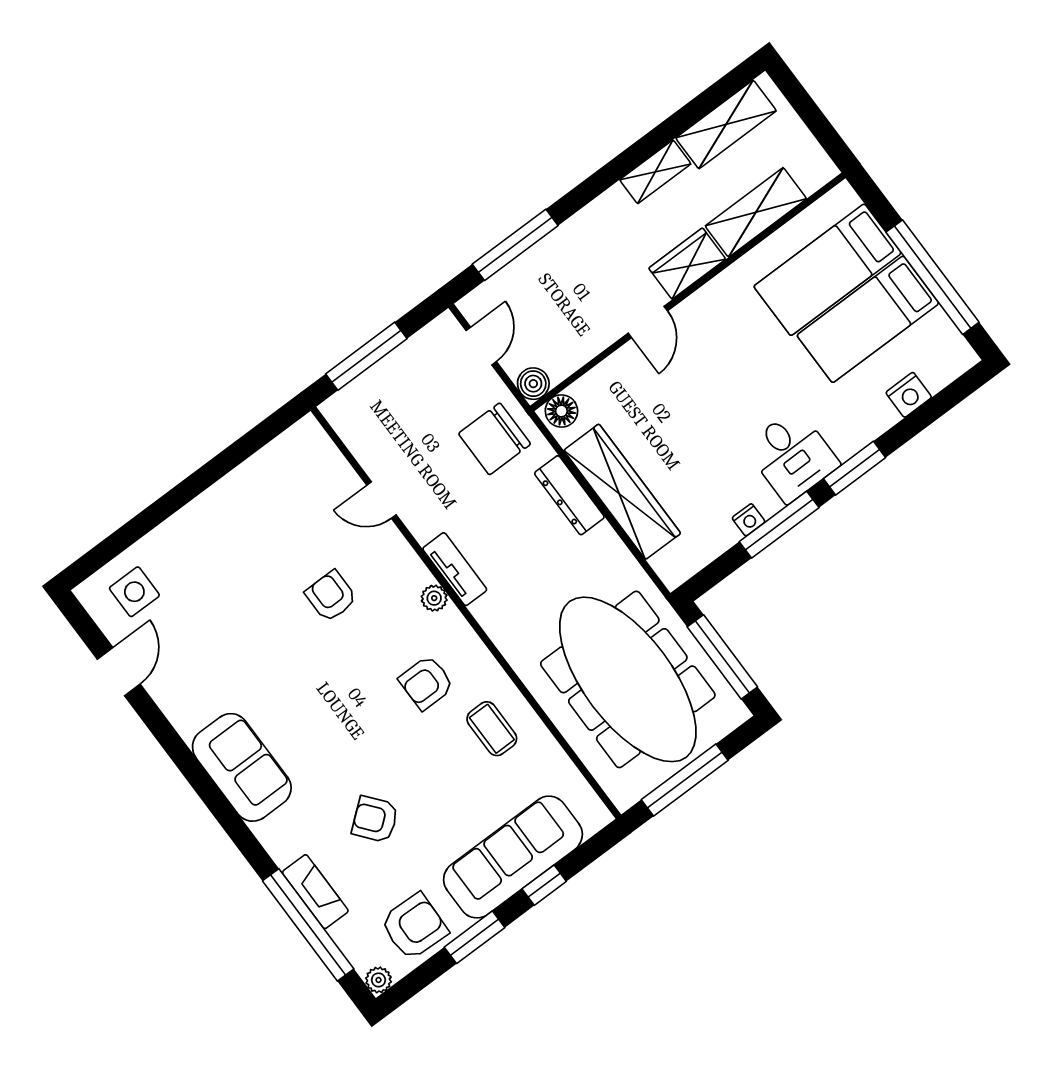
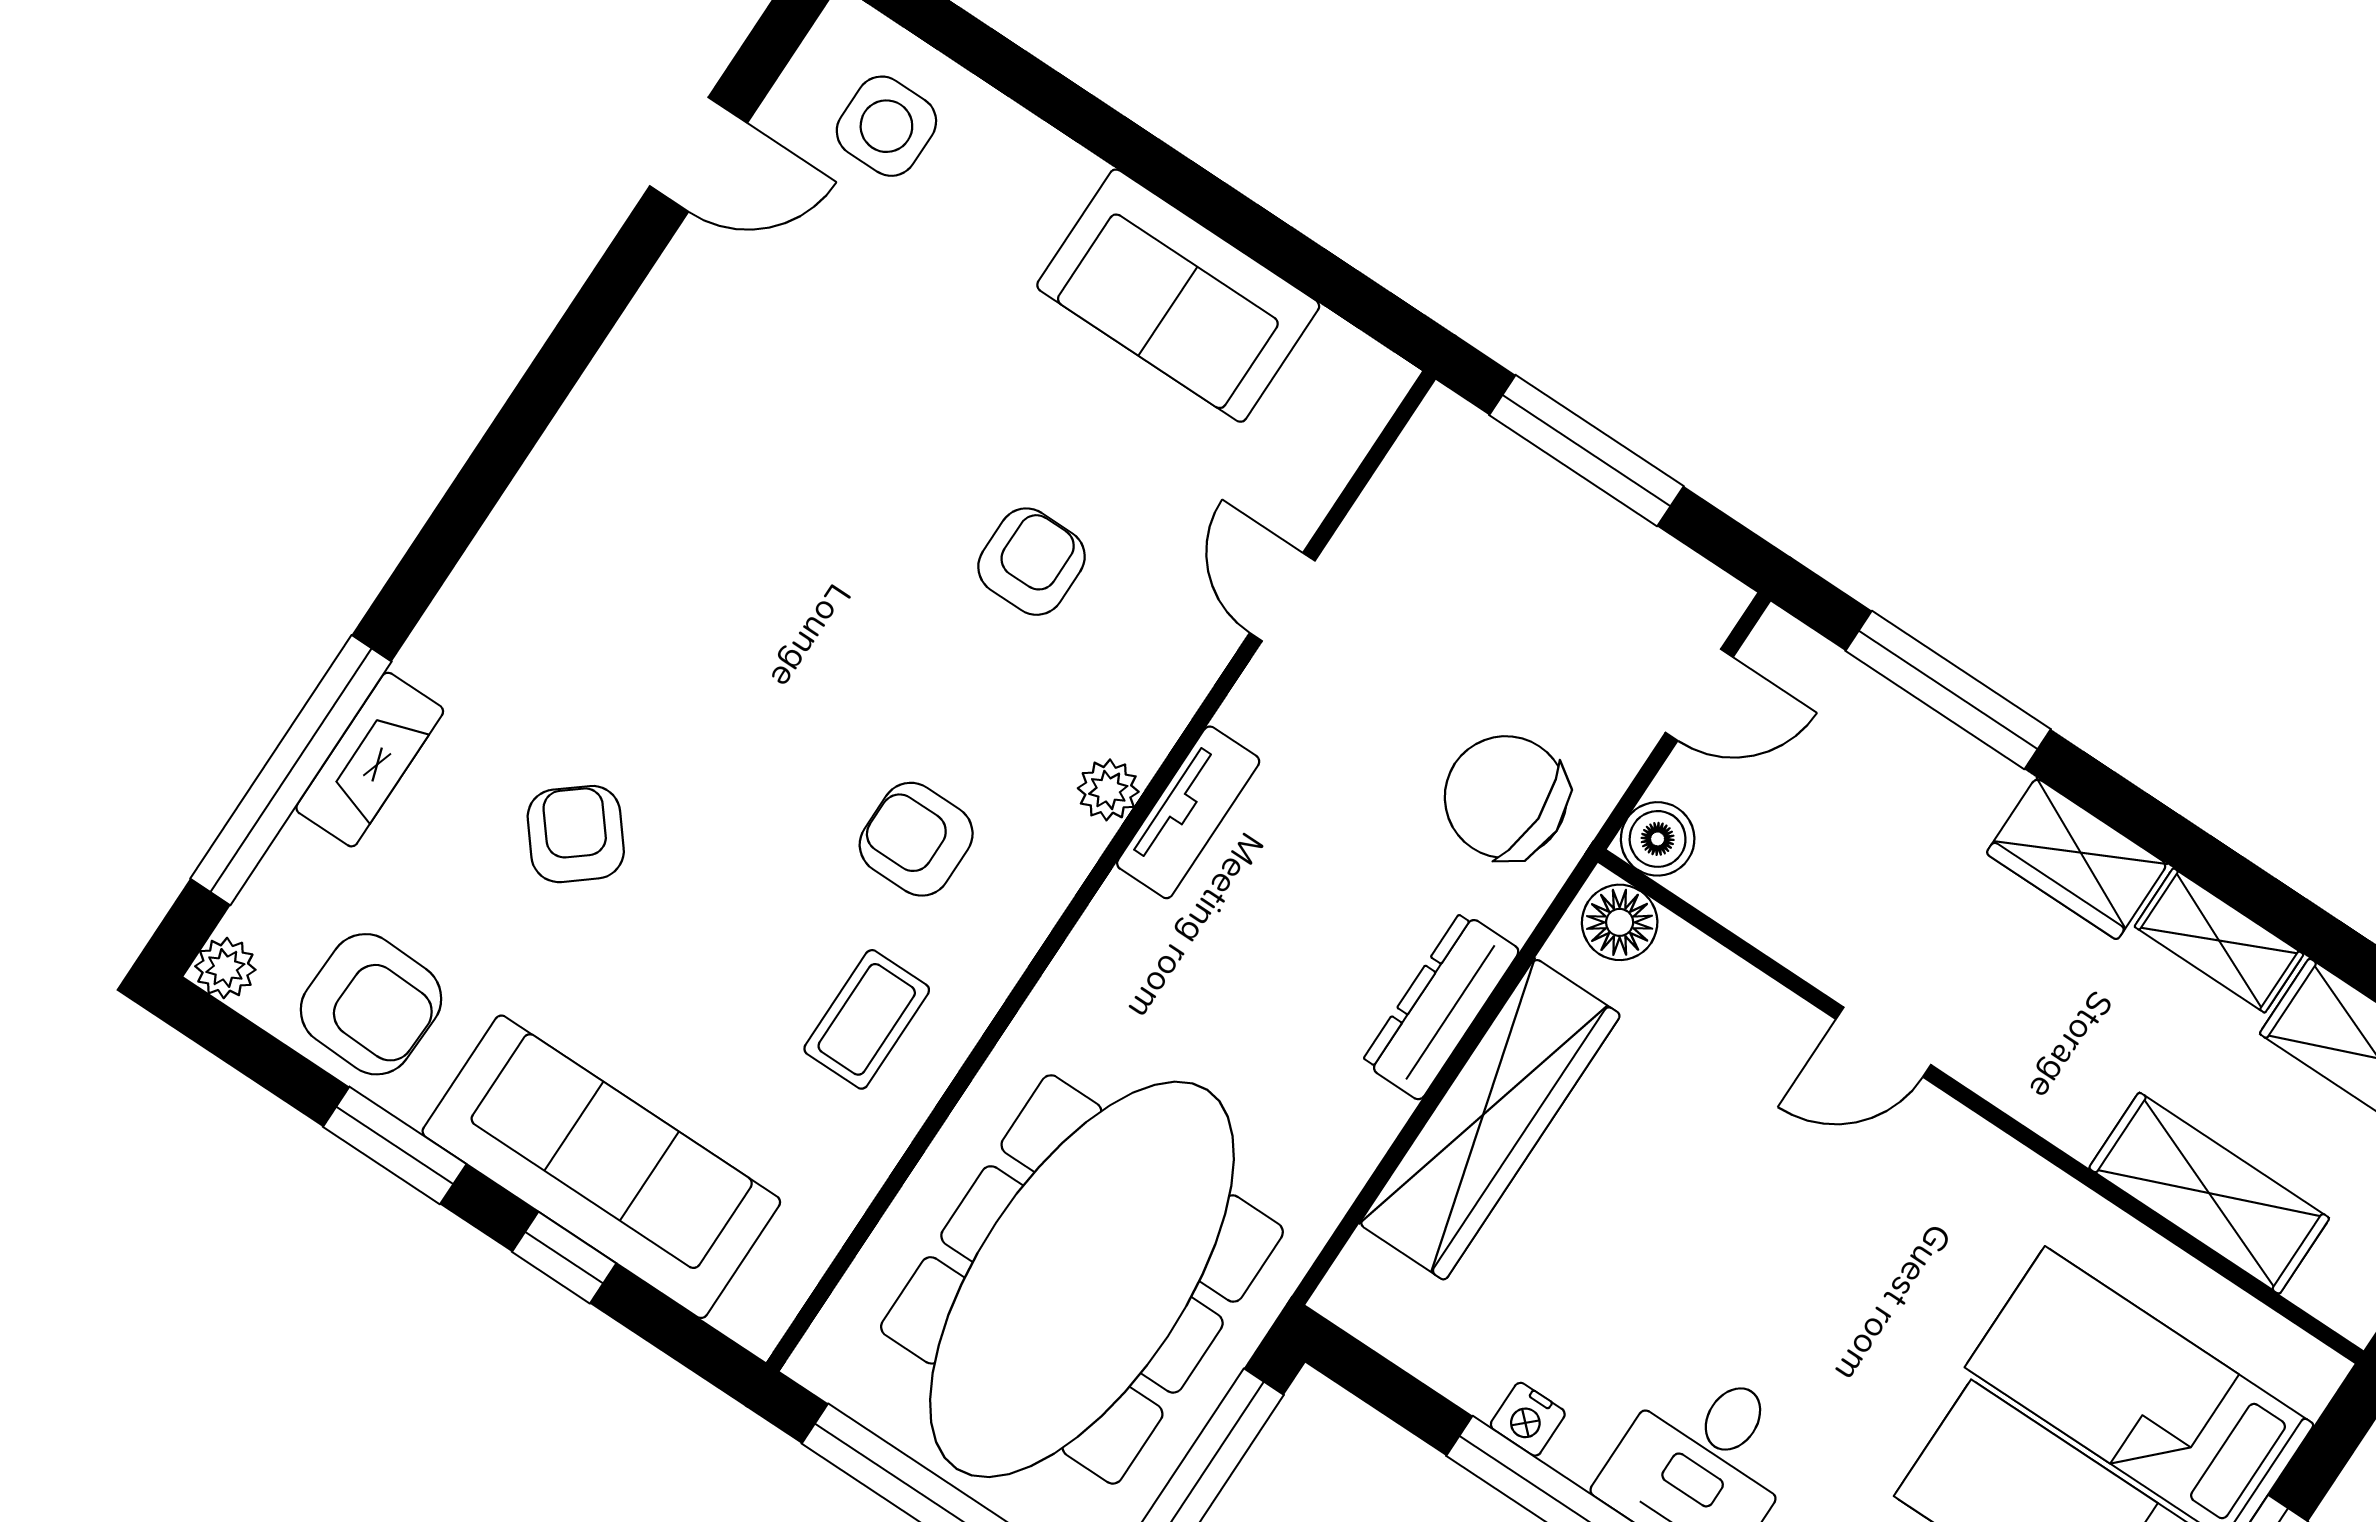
wardrobe: (687, 264) -> (2077, 859), moved, turned 180
sofa: (242, 767) -> (1178, 296), moved, turned 90

